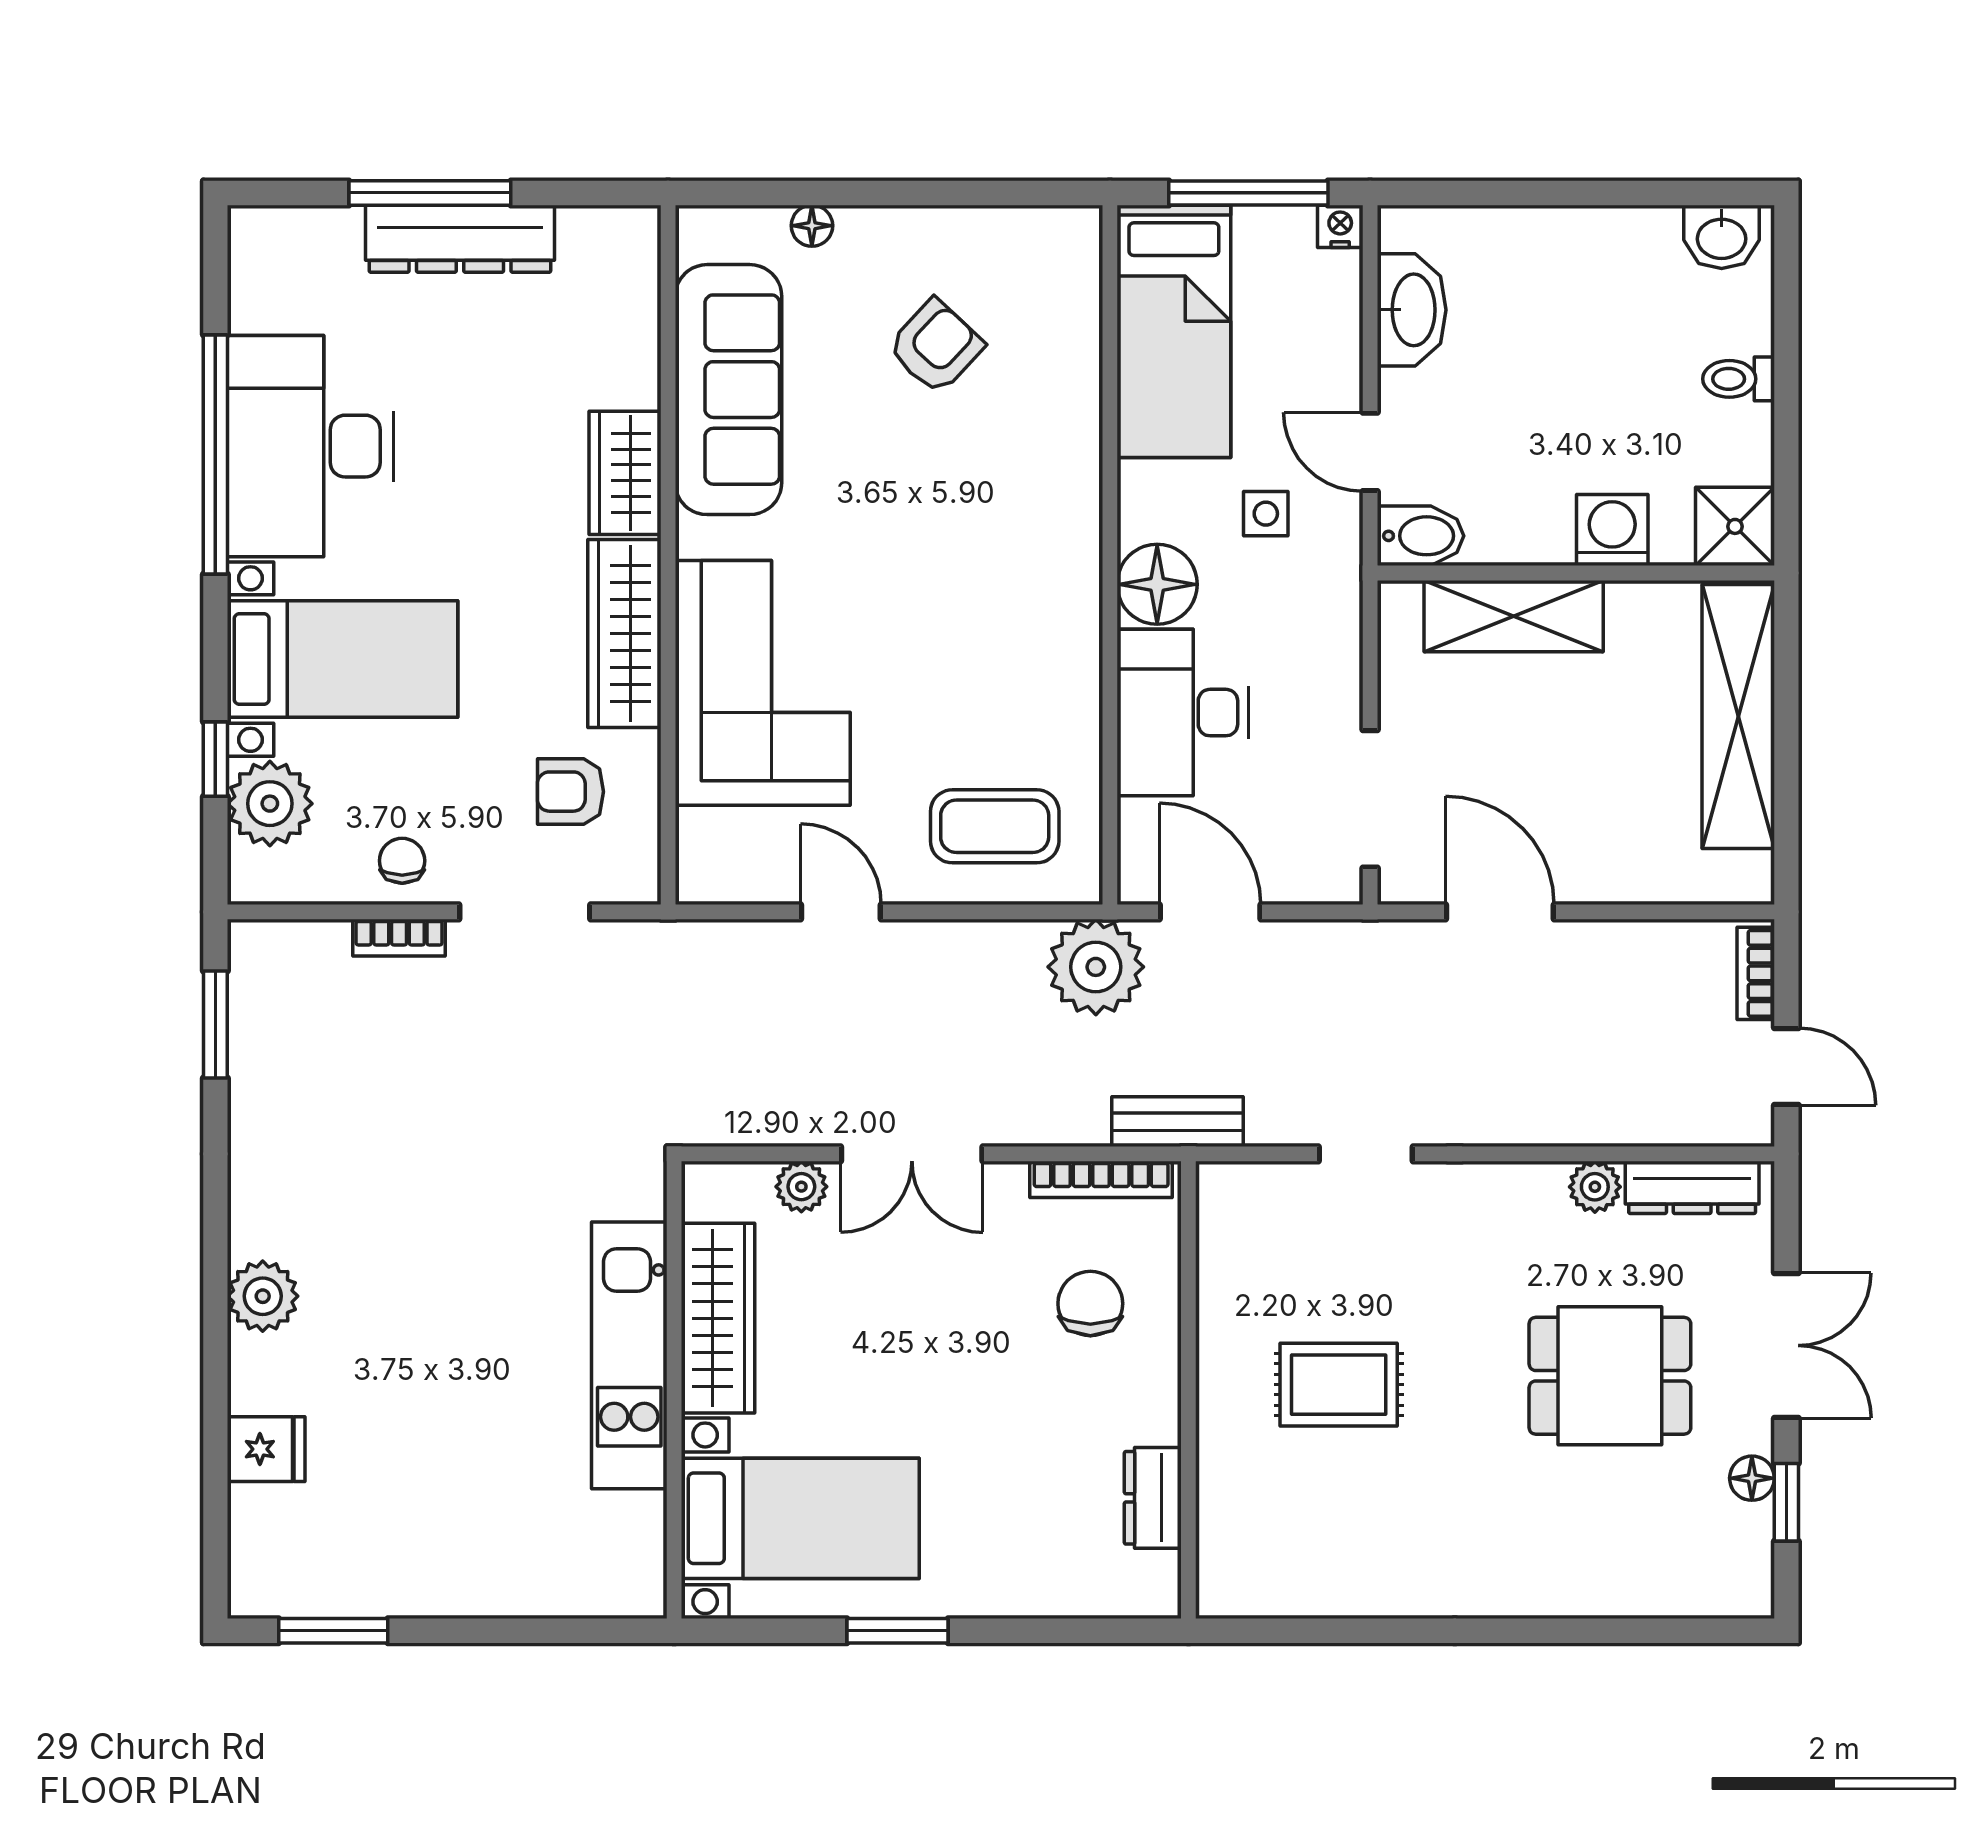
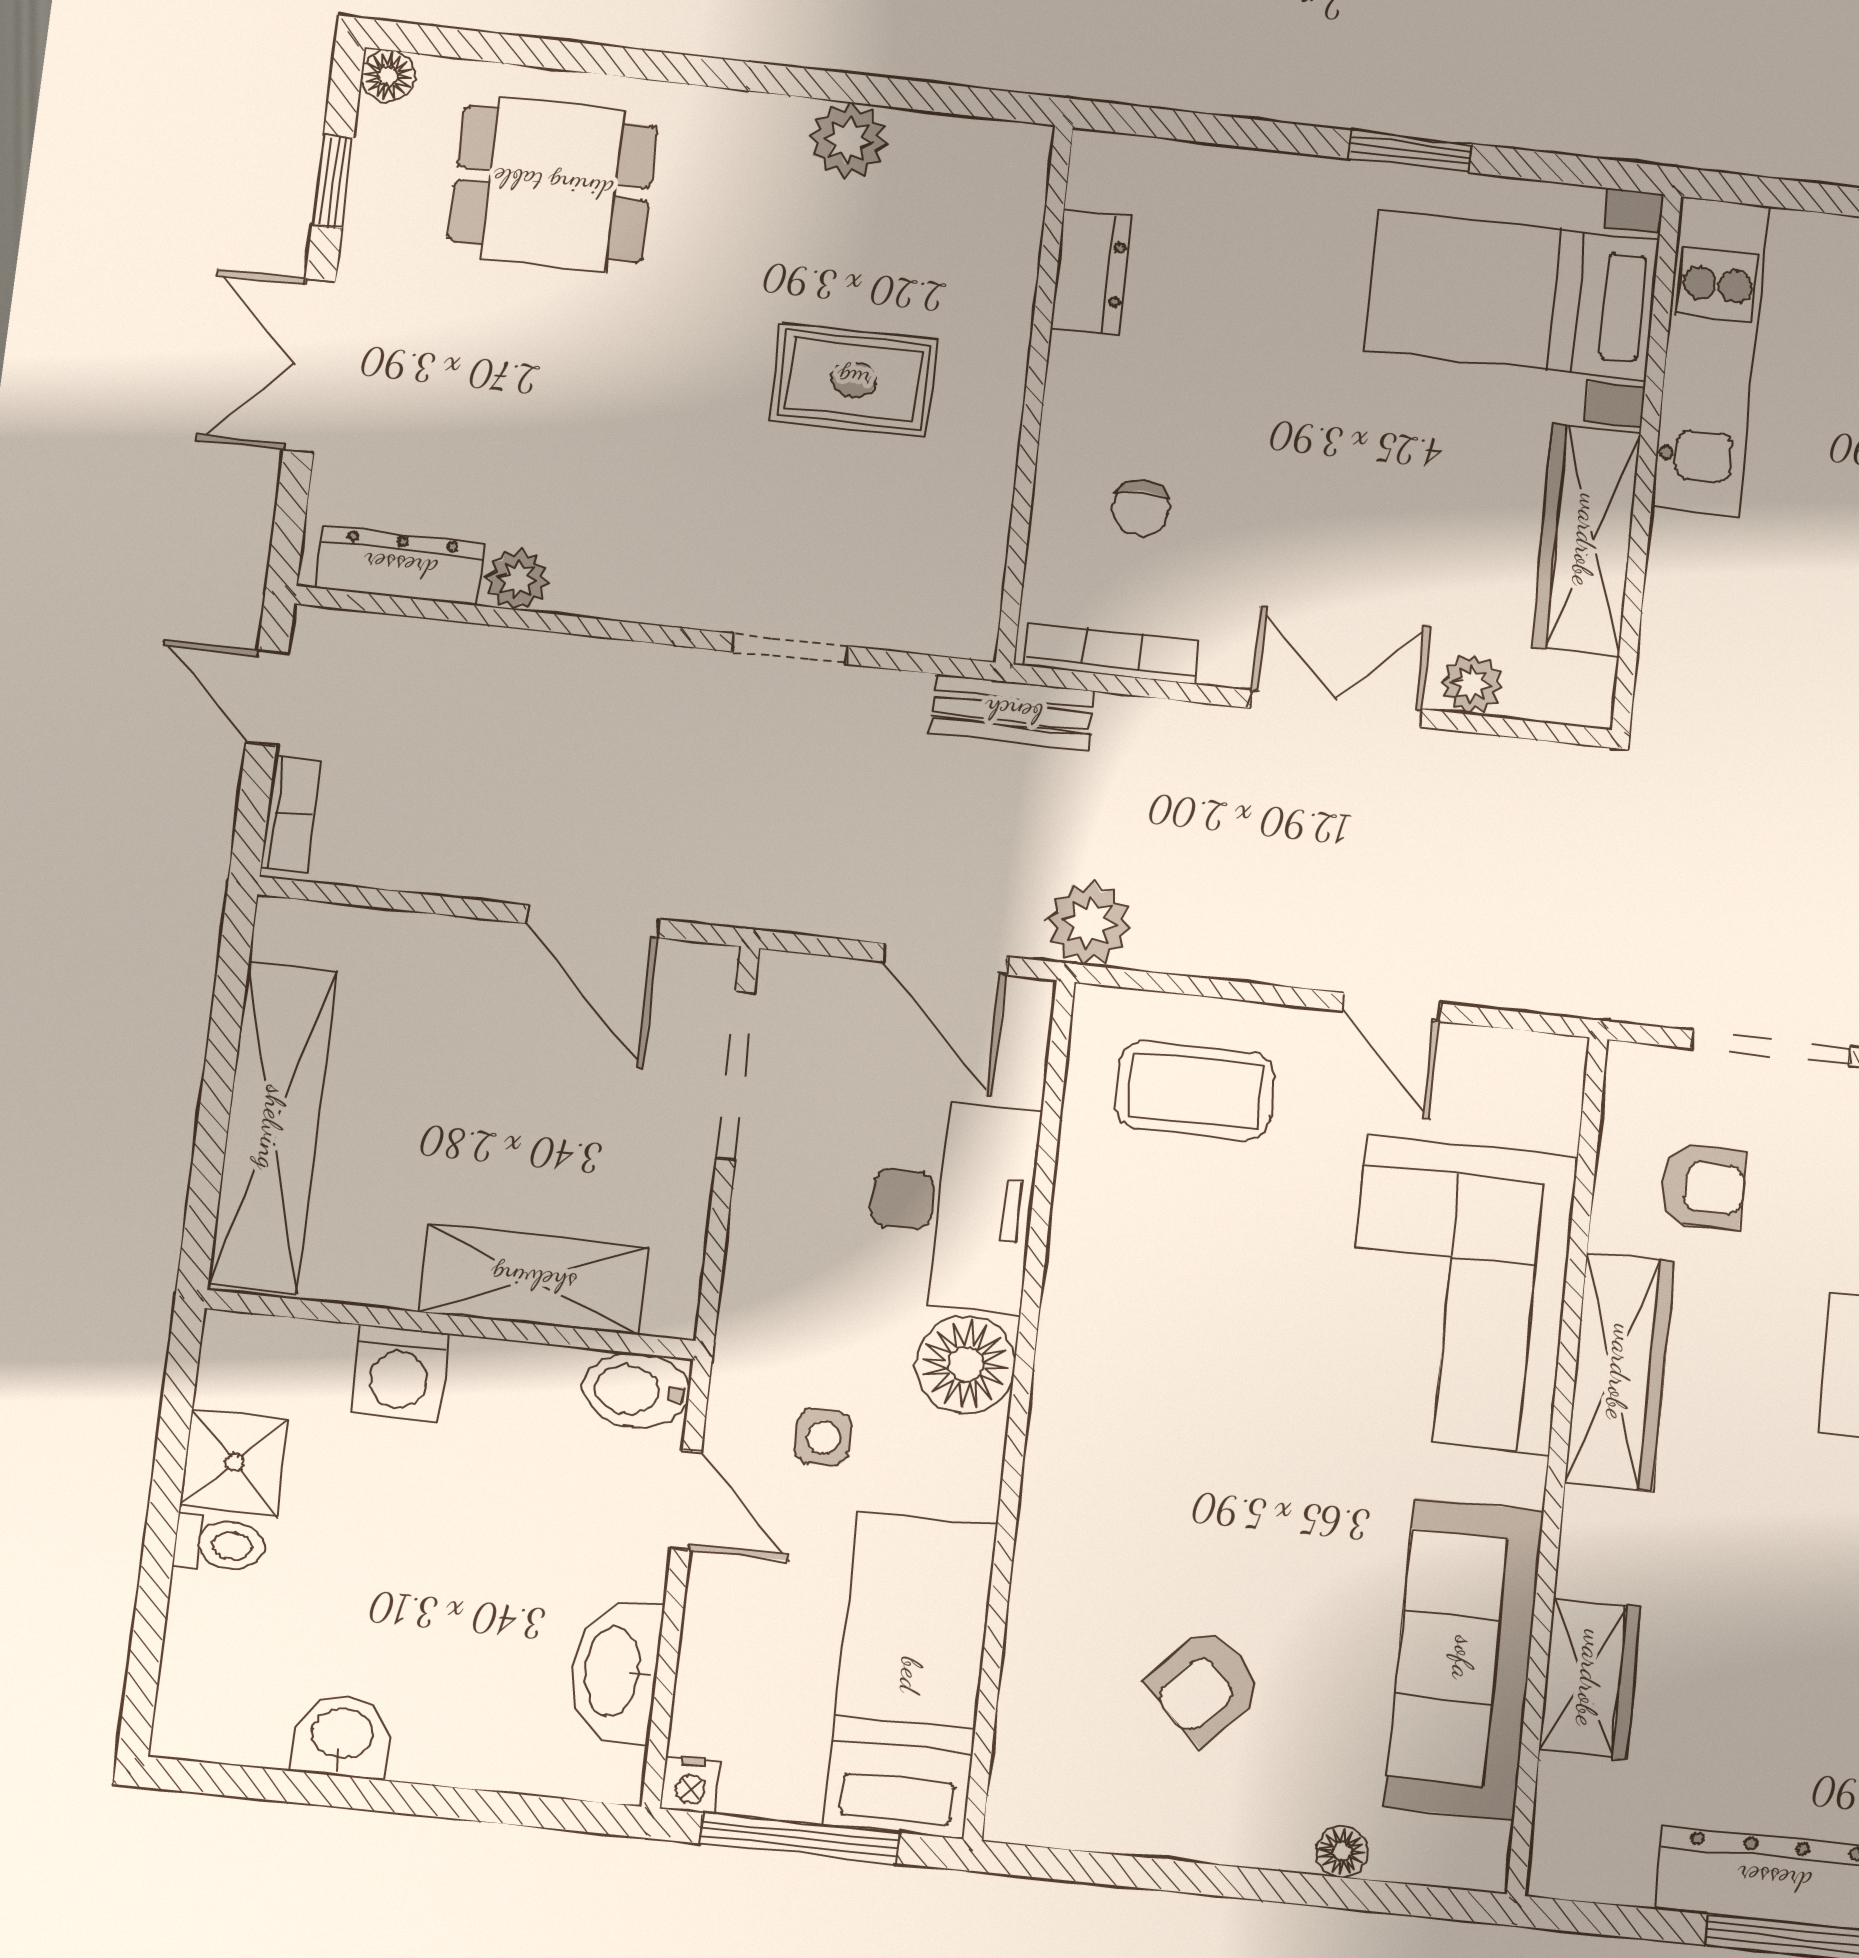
washbasin: (1722, 237) -> (342, 1736), moved
wardrobe: (625, 473) -> (1590, 1678), moved
shower: (1735, 526) -> (234, 1462), moved
plant: (1096, 967) -> (1089, 923), width x0.73, depth x0.73
chair: (1090, 1304) -> (1141, 508), width x0.73, depth x0.73
kitchen unit: (629, 1355) -> (1710, 356), moved
dining table: (1610, 1376) -> (553, 184), moved
floor lamp: (1752, 1478) -> (388, 76), moved
plant: (1366, 1586) -> (848, 140), added

